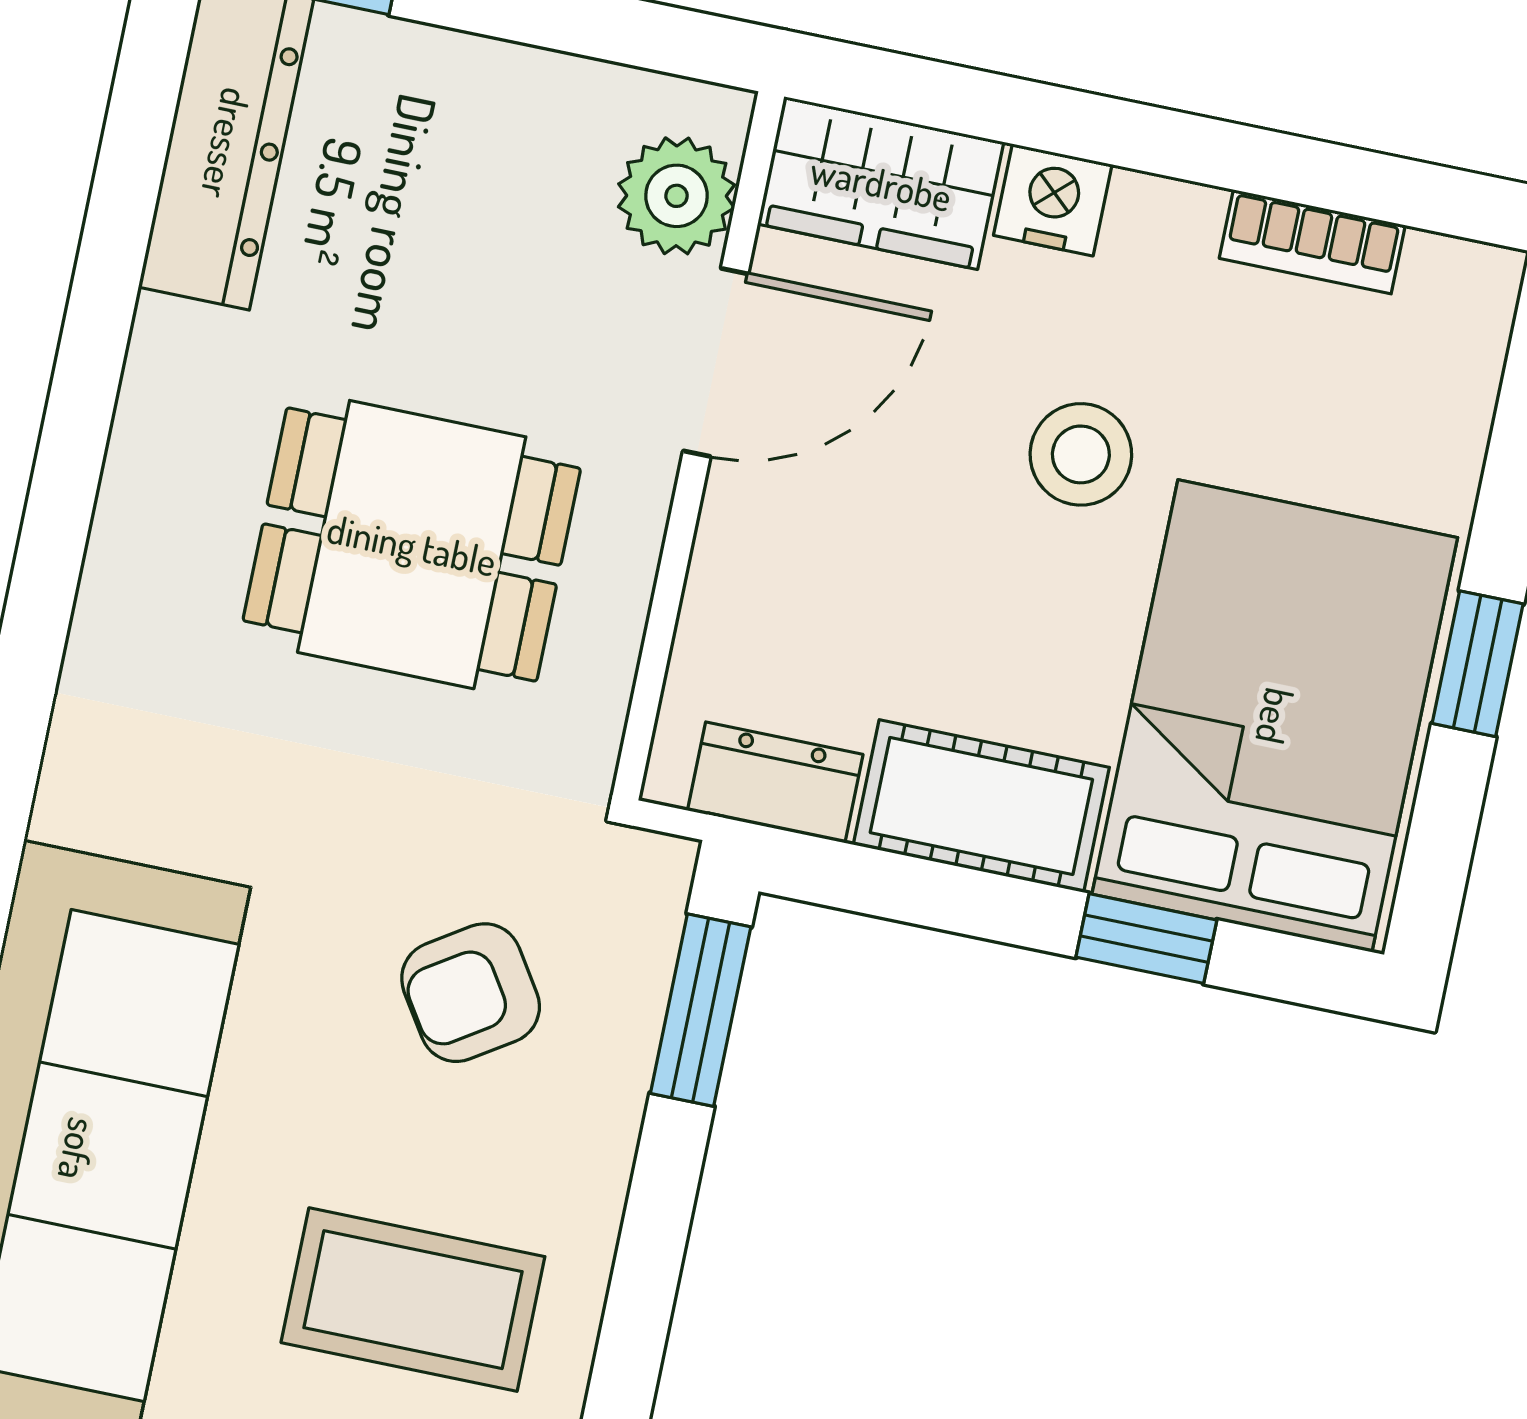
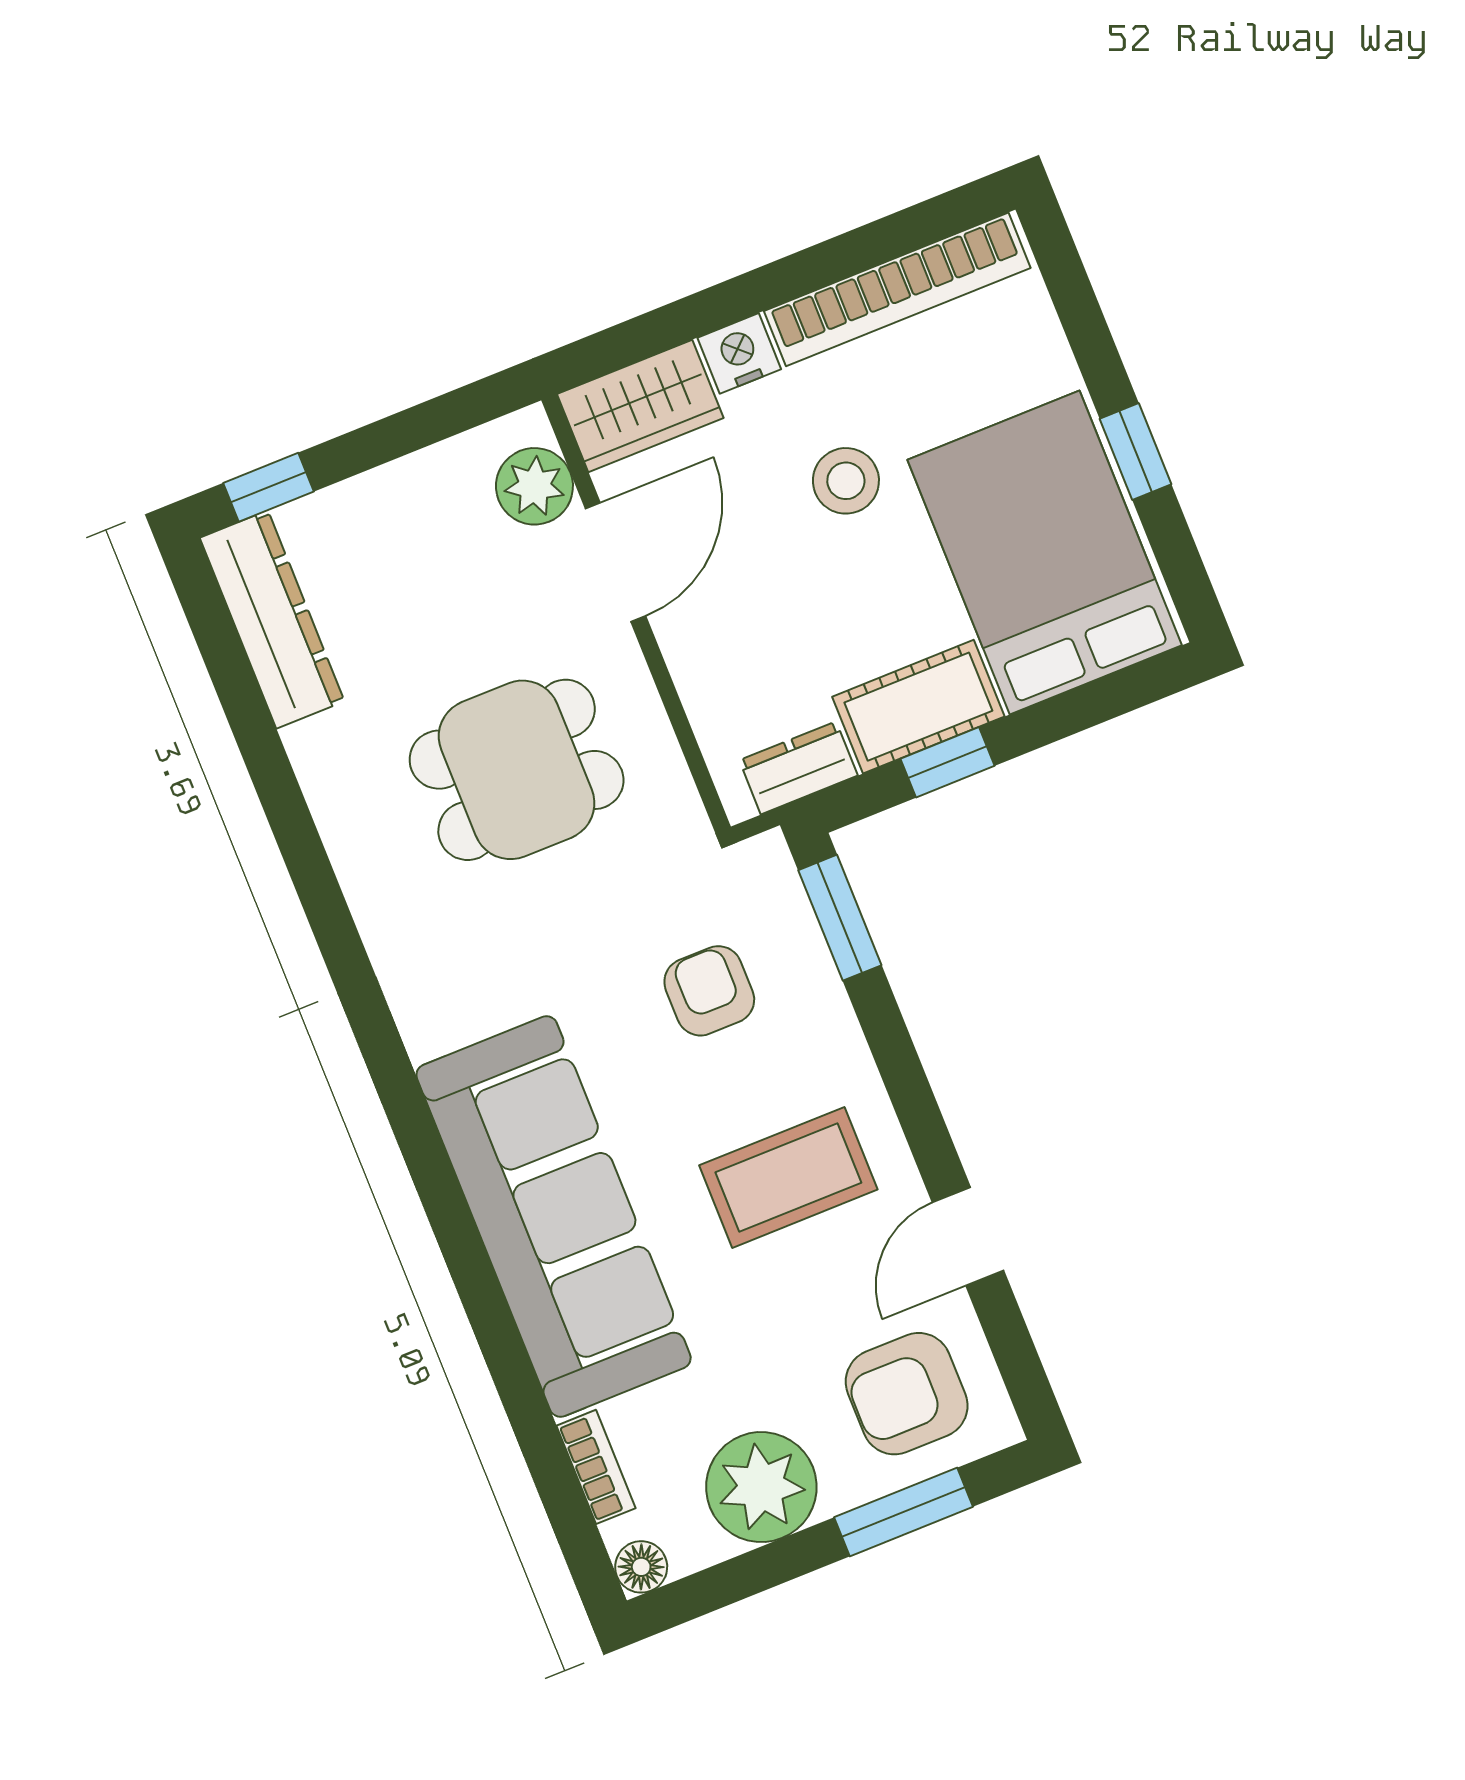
bookcase: (1312, 242) -> (897, 289), width x2.31, depth x1.31
window: (1146, 939) -> (947, 762), moved
armchair: (471, 993) -> (709, 991), turned 123

